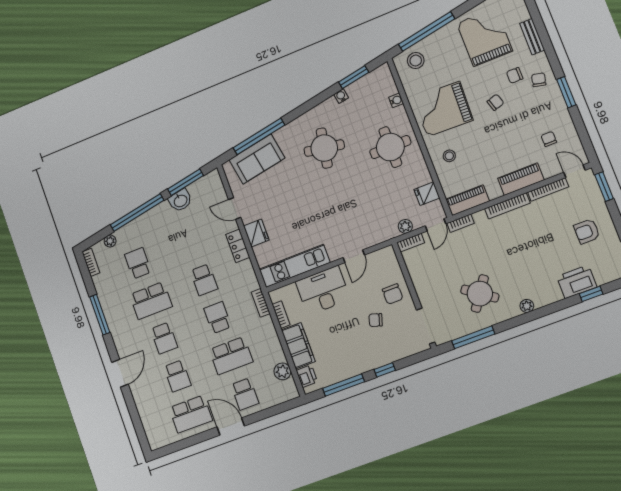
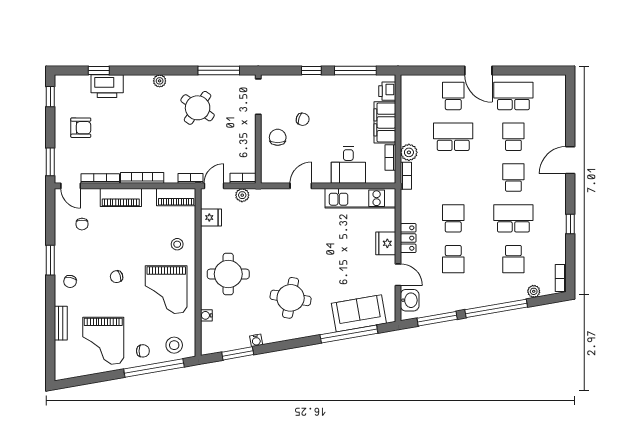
chair: (515, 75) -> (143, 351), moved
grand piano: (443, 109) -> (166, 290), turned 88
washbasin: (180, 200) -> (410, 300), moved, turned 100
desk: (323, 291) -> (348, 165), width x0.73
window: (100, 315) -> (570, 224), width x0.46
school desk: (218, 318) -> (453, 259), moved
plant: (282, 371) -> (409, 152), moved

